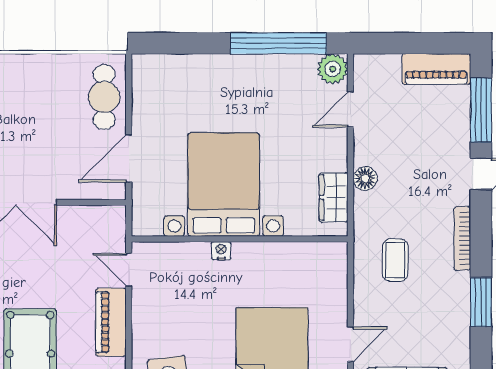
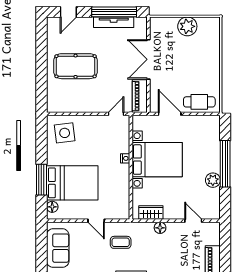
window: (278, 43) -> (225, 164), moved
plant: (333, 69) -> (213, 180), moved
piano: (111, 322) -> (140, 96), moved, turned -90
door: (351, 344) -> (96, 221), moved

